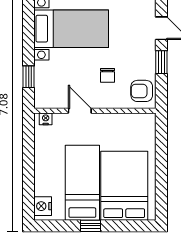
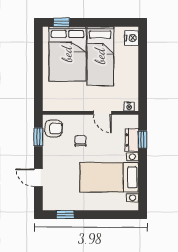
window: (161, 62) -> (38, 137), moved
dresser: (42, 76) -> (132, 140), added
window: (91, 226) -> (61, 22), moved

